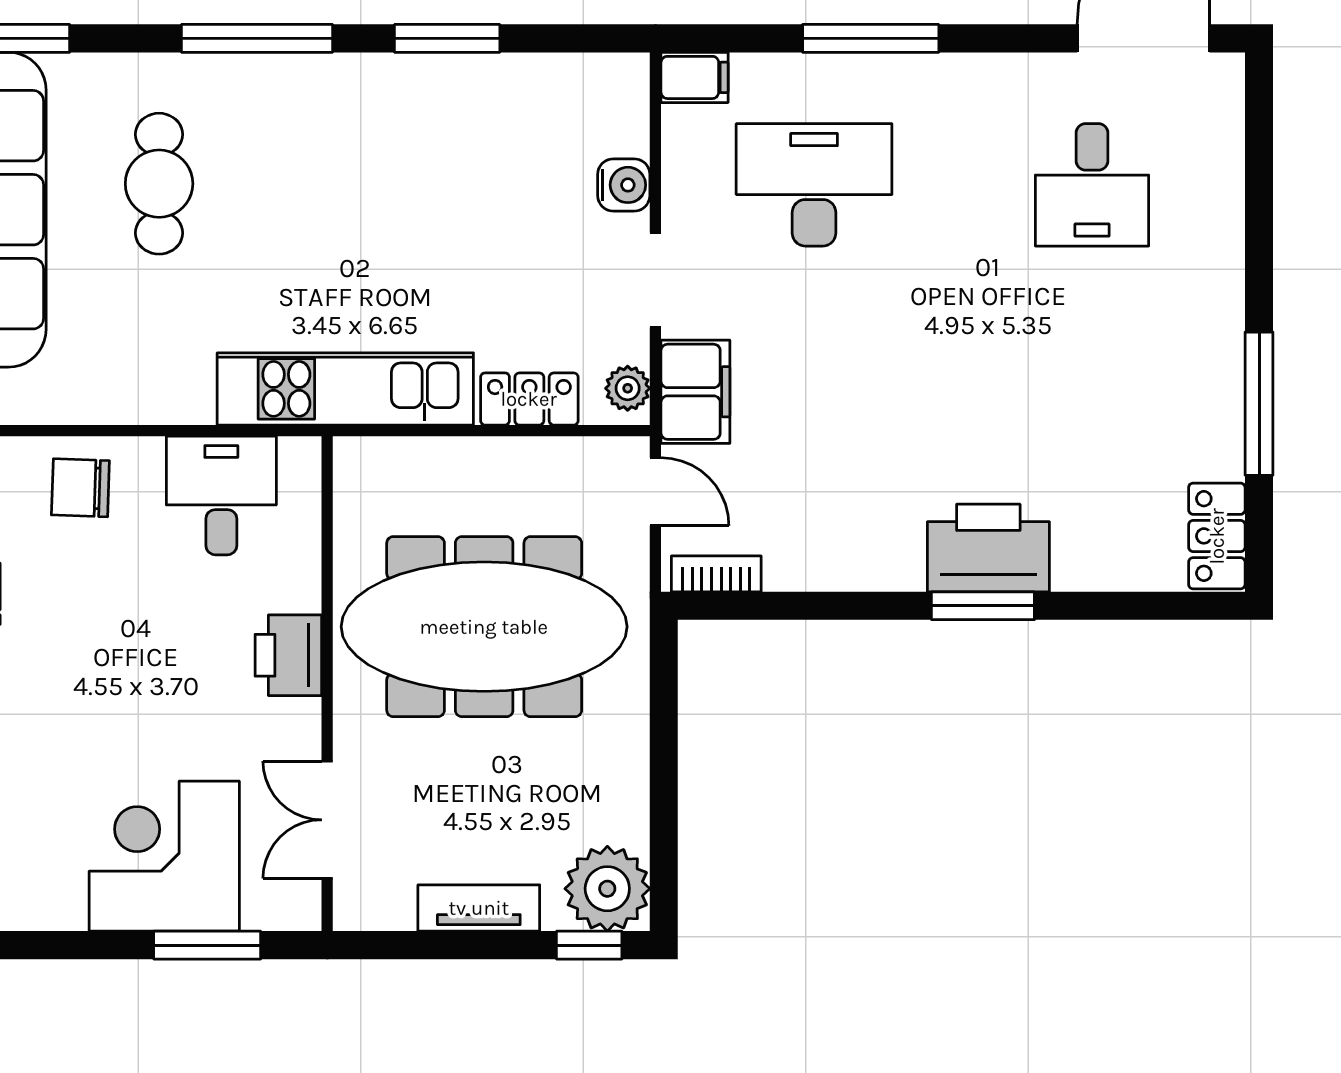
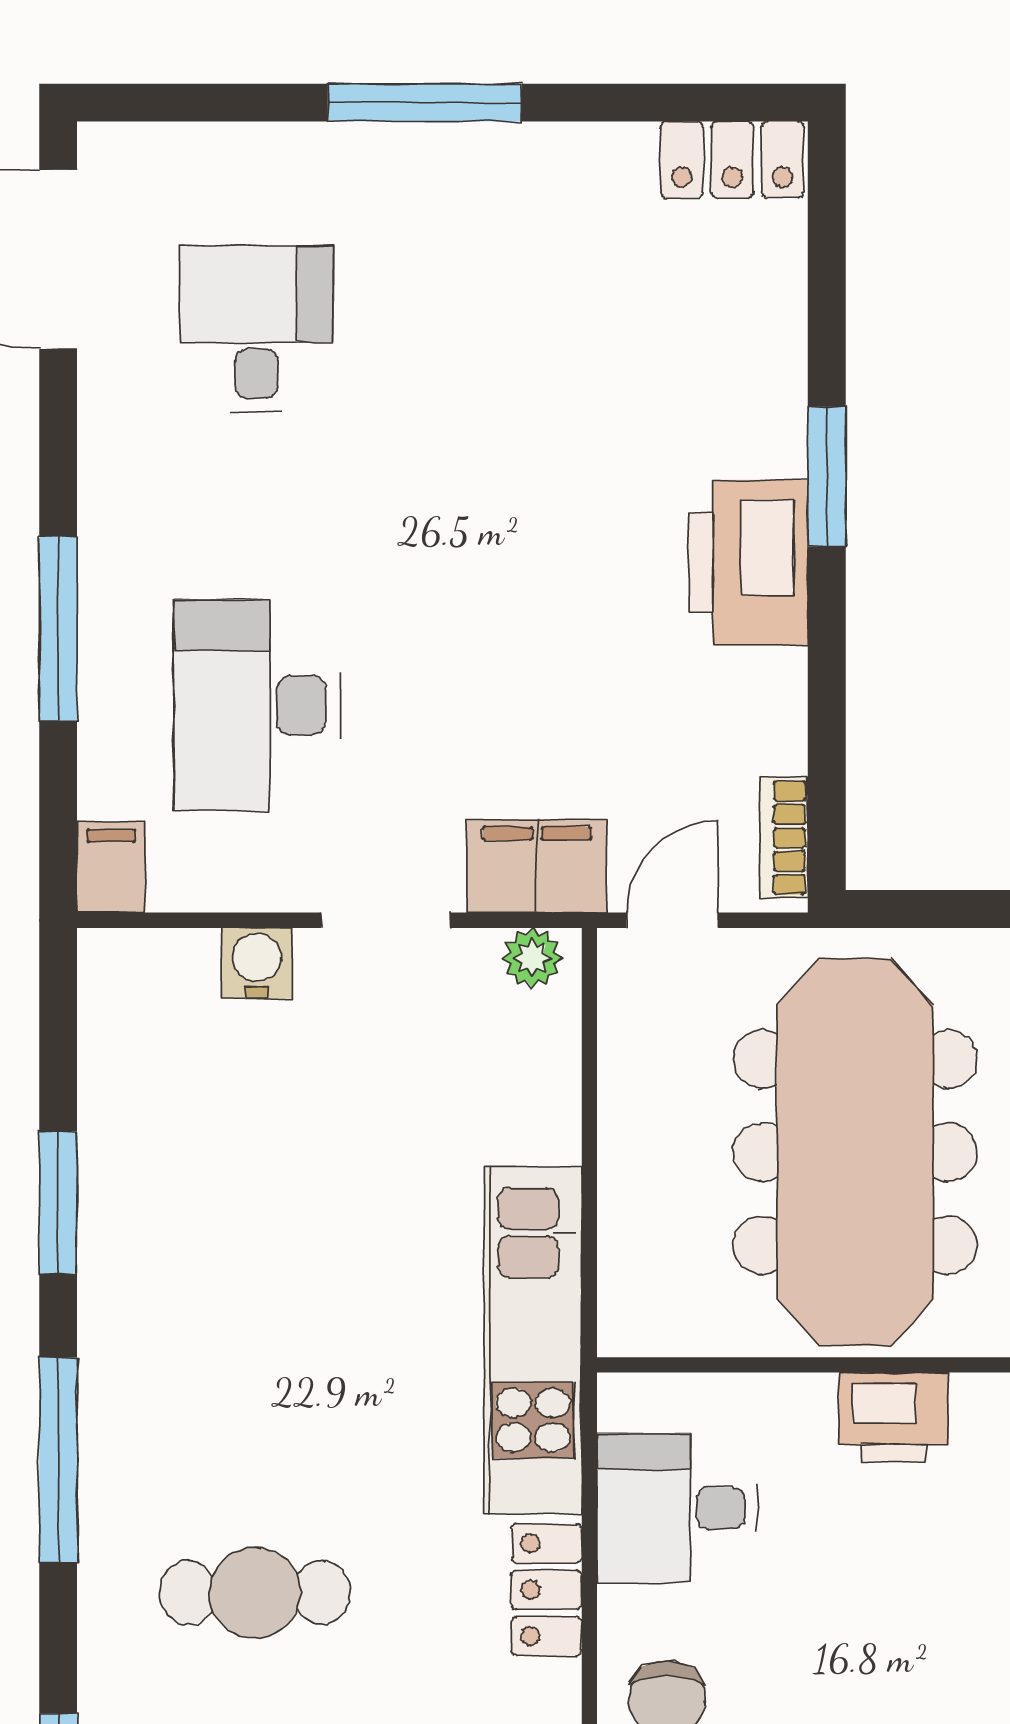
desk: (1092, 185) -> (257, 329), turned -90
locker: (529, 399) -> (547, 1590), moved
window: (1259, 404) -> (425, 103), moved
printer: (988, 548) -> (749, 563), moved

